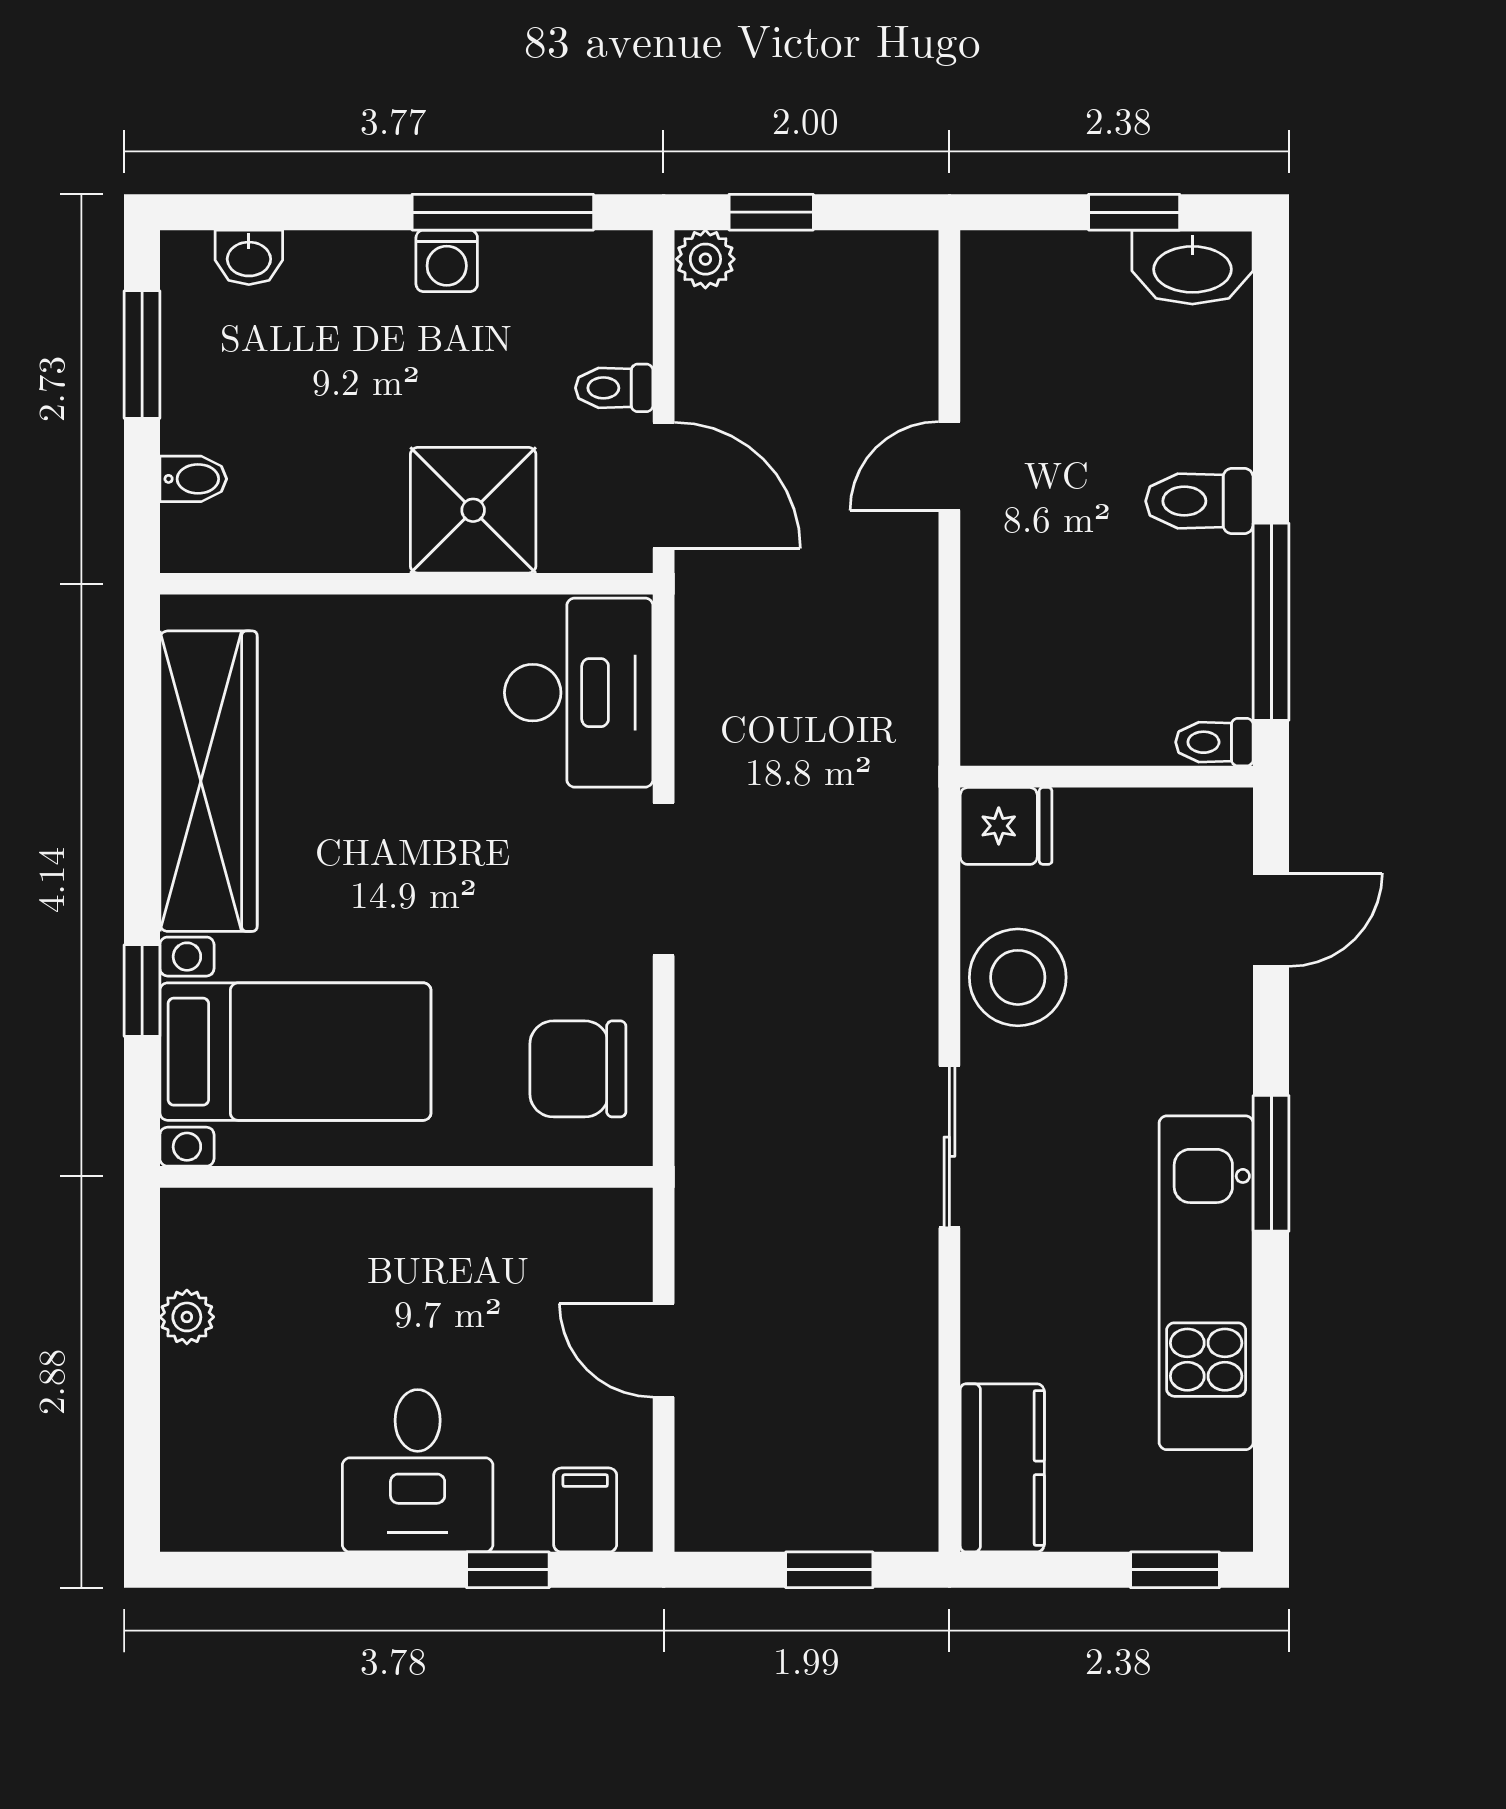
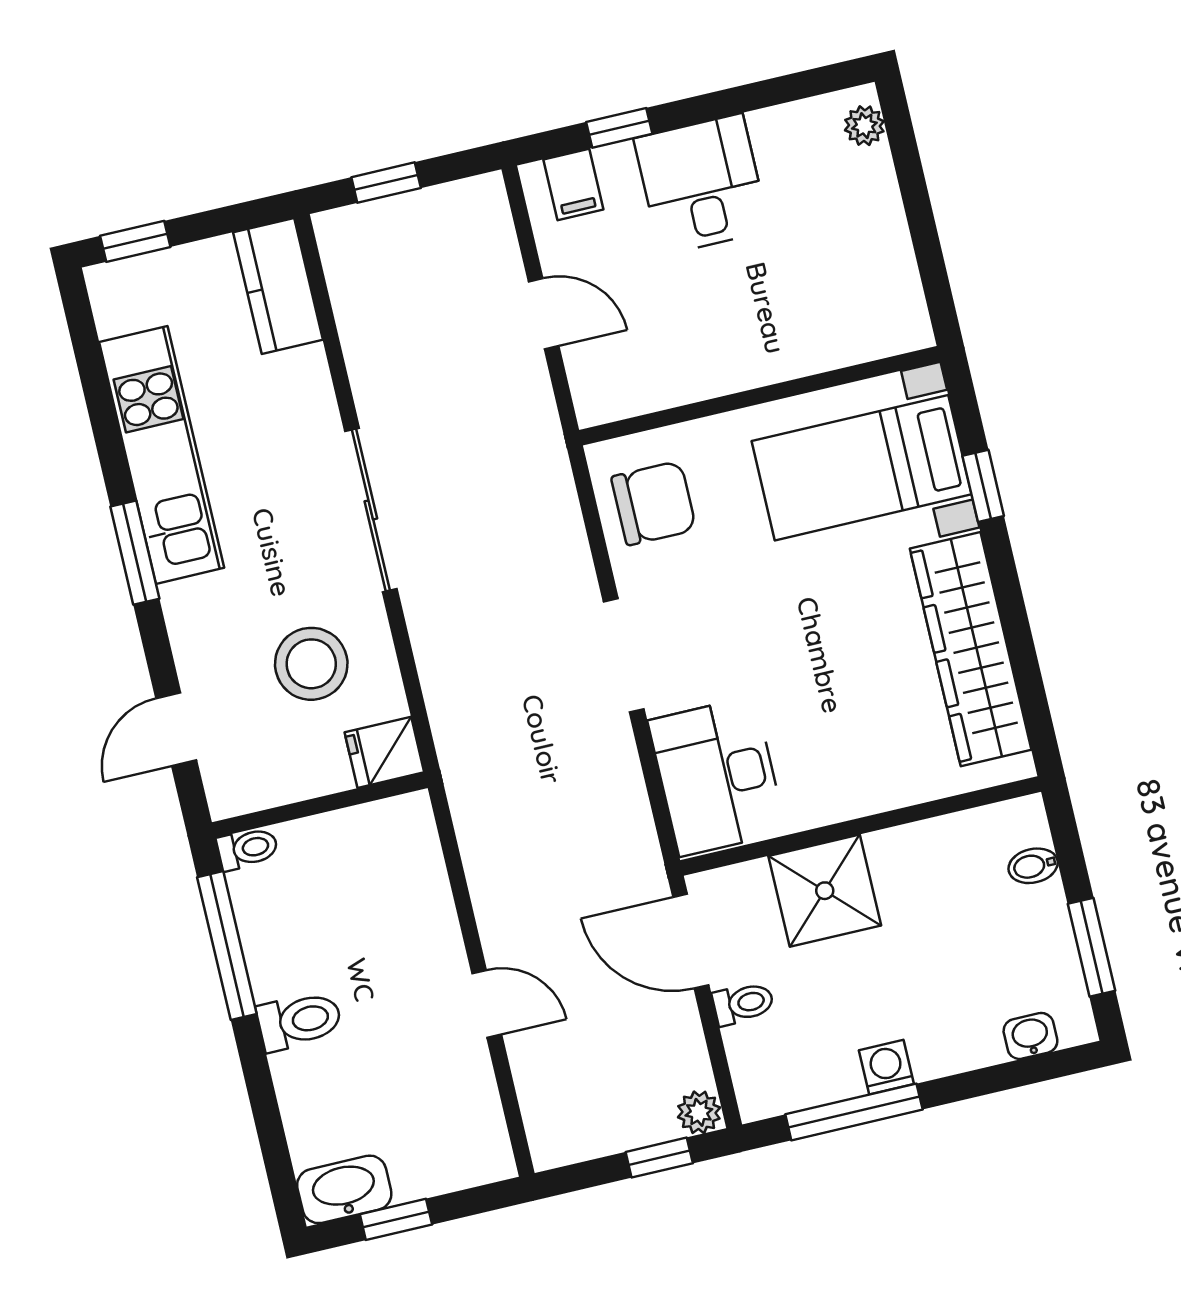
door: (949, 466) -> (487, 1004), hinge flipped
stool: (1018, 977) -> (311, 664), moved
sliding door: (949, 1147) -> (371, 510), width x1.37
plant: (187, 1317) -> (864, 126), moved

